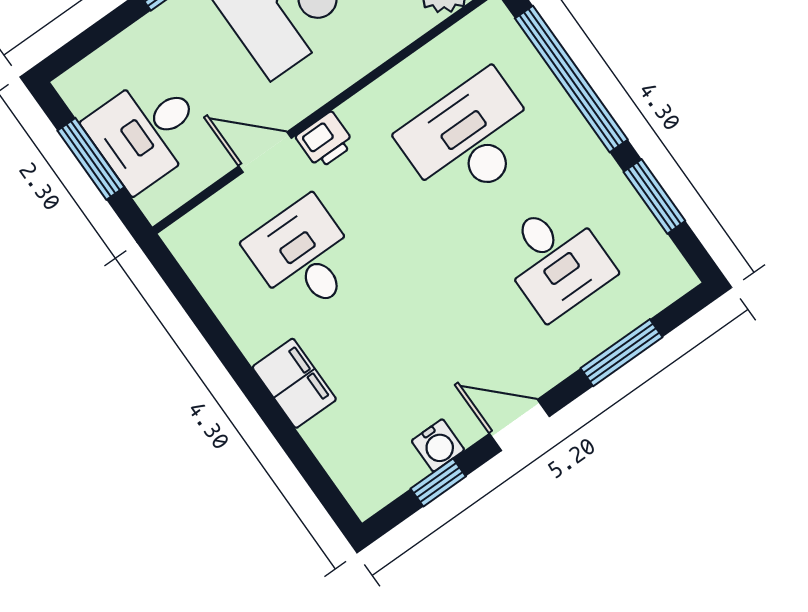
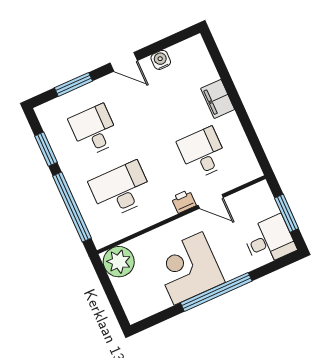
desk: (146, 131) -> (269, 240), moved
desk: (470, 139) -> (121, 190), turned 180
desk: (304, 256) -> (203, 153), turned 180
window: (438, 482) -> (164, 44), removed

